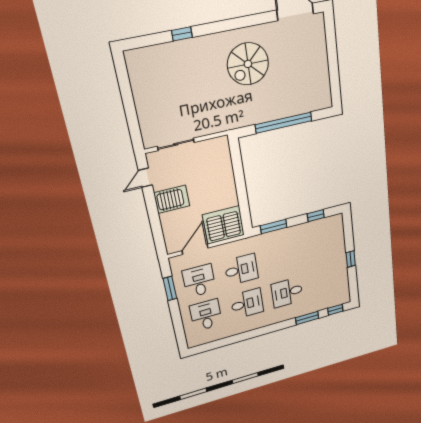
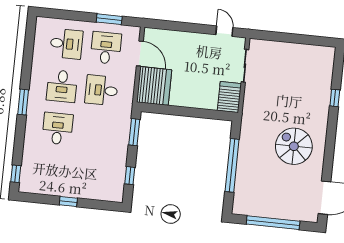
window: (333, 61) -> (273, 223), added
server rack: (172, 199) -> (229, 97), moved, turned 180
desk: (241, 270) -> (101, 90), turned 90
desk: (199, 281) -> (106, 48), turned -90
window: (307, 318) -> (23, 102), moved

